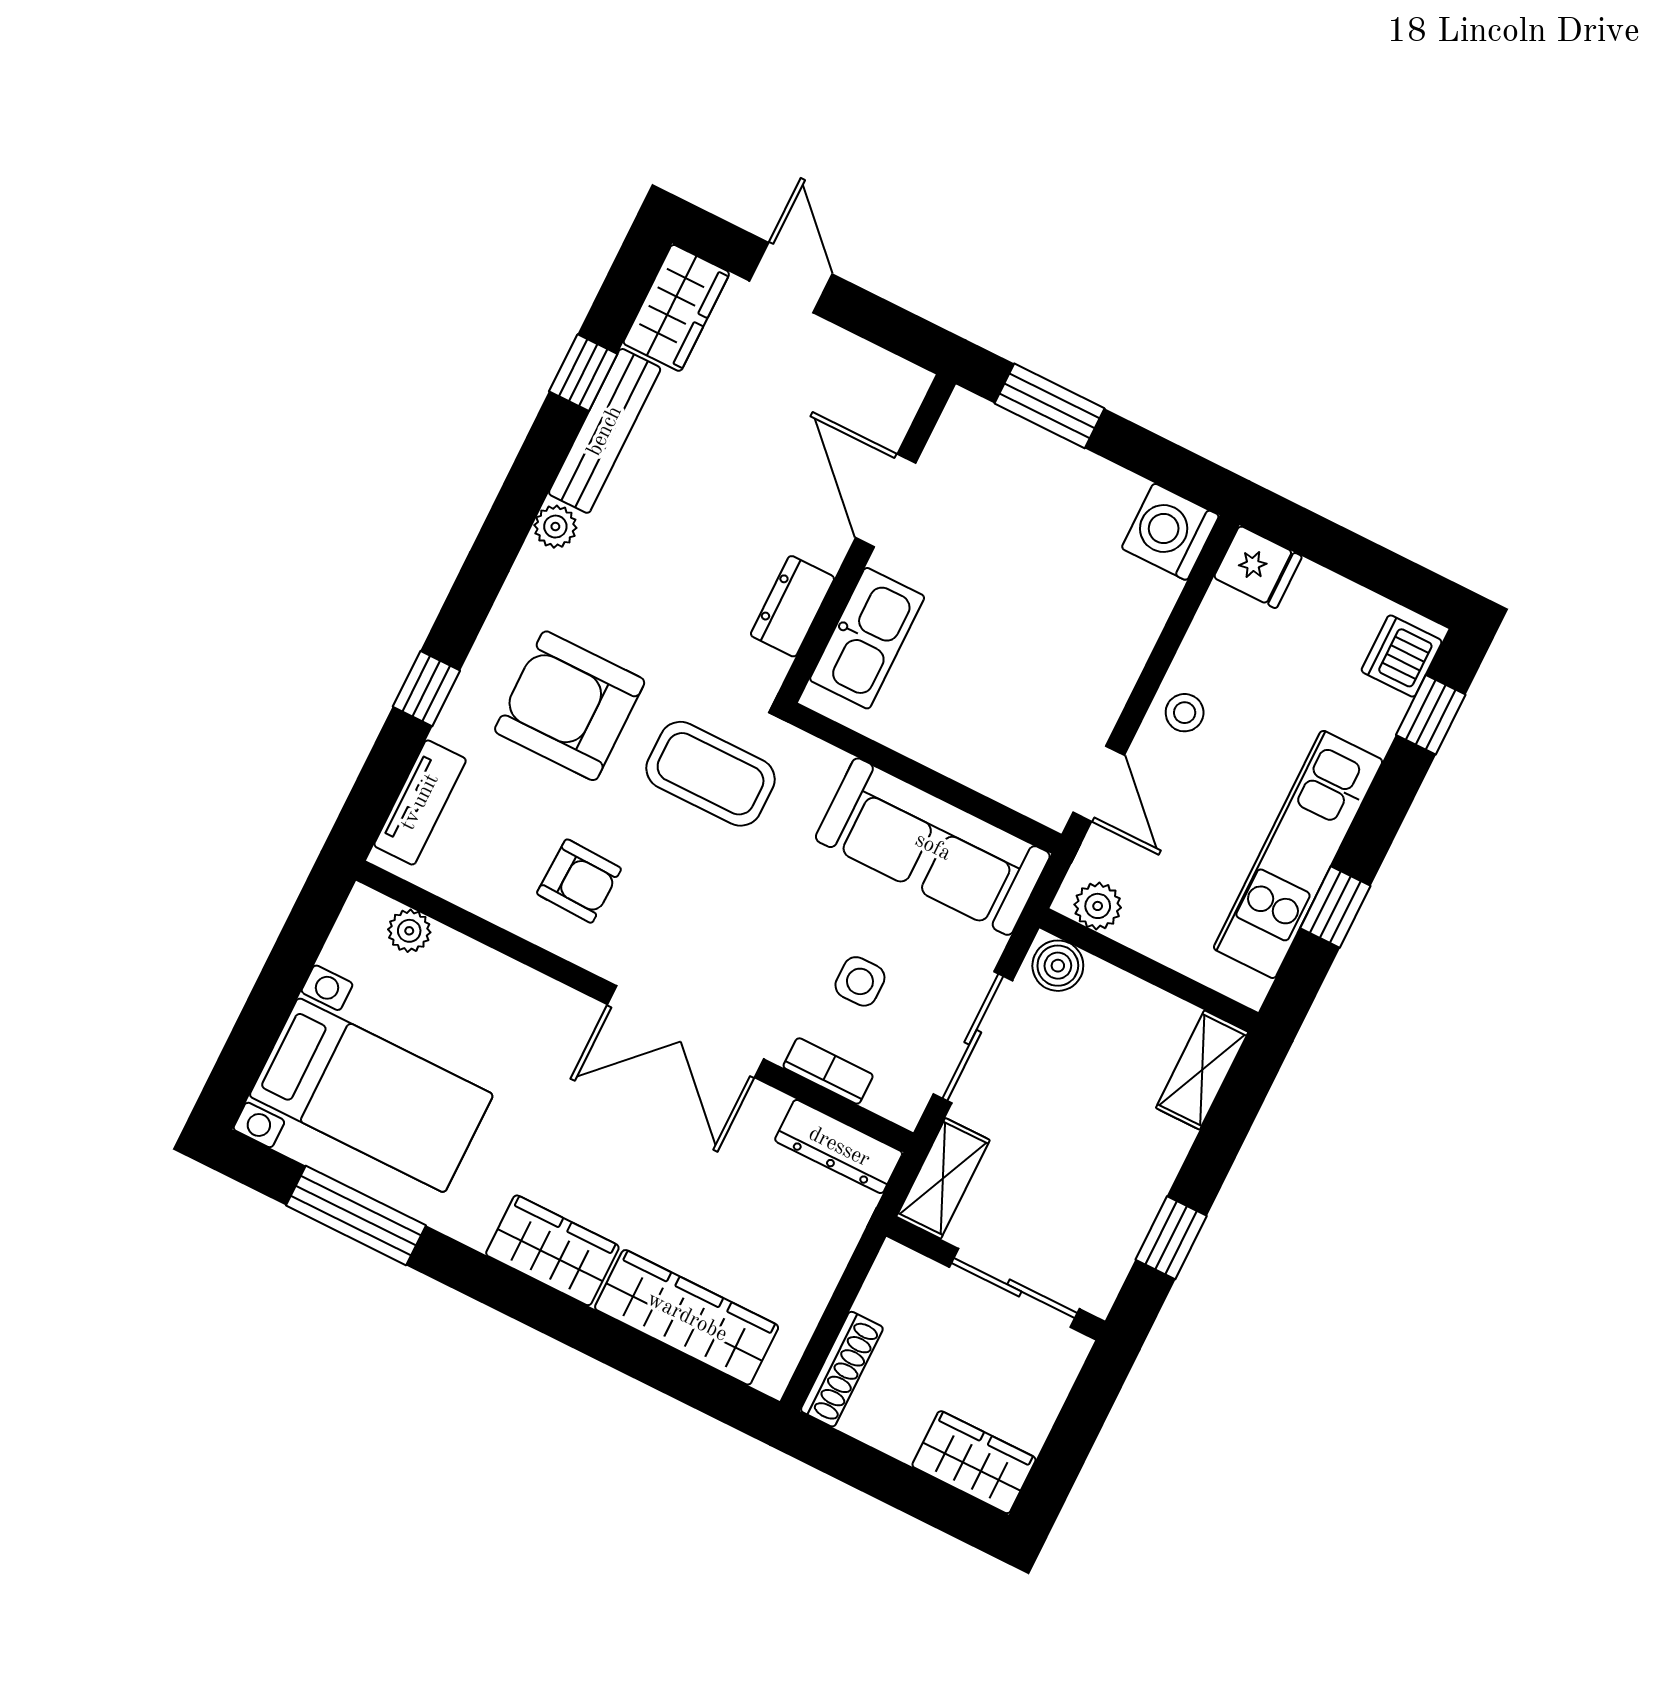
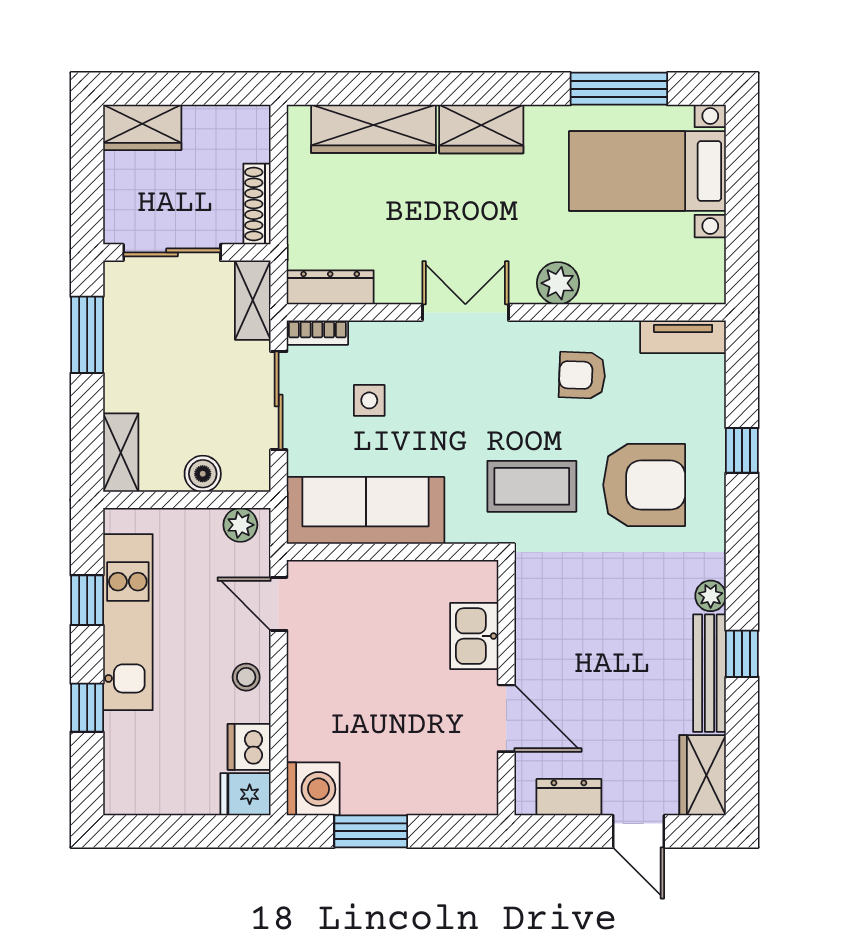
window: (583, 373) -> (742, 654), moved
window: (1049, 406) -> (371, 831), moved
dresser: (792, 606) -> (569, 797), moved, turned -90
kitchen sink: (867, 638) -> (474, 636), width x0.73
dishwasher: (1402, 656) -> (249, 747), moved, turned 180
window: (1431, 715) -> (87, 708), moved
tv unit: (420, 802) -> (683, 337), moved, turned -90
plant: (409, 931) -> (558, 283), moved, width x1.38, depth x1.38
boiler: (1058, 966) -> (203, 474), moved
double door: (686, 1032) -> (465, 312), width x0.73
bookcase: (828, 1071) -> (317, 333), moved
window: (1171, 1238) -> (87, 335), width x1.50
shoe rack: (842, 1369) -> (257, 204), moved

